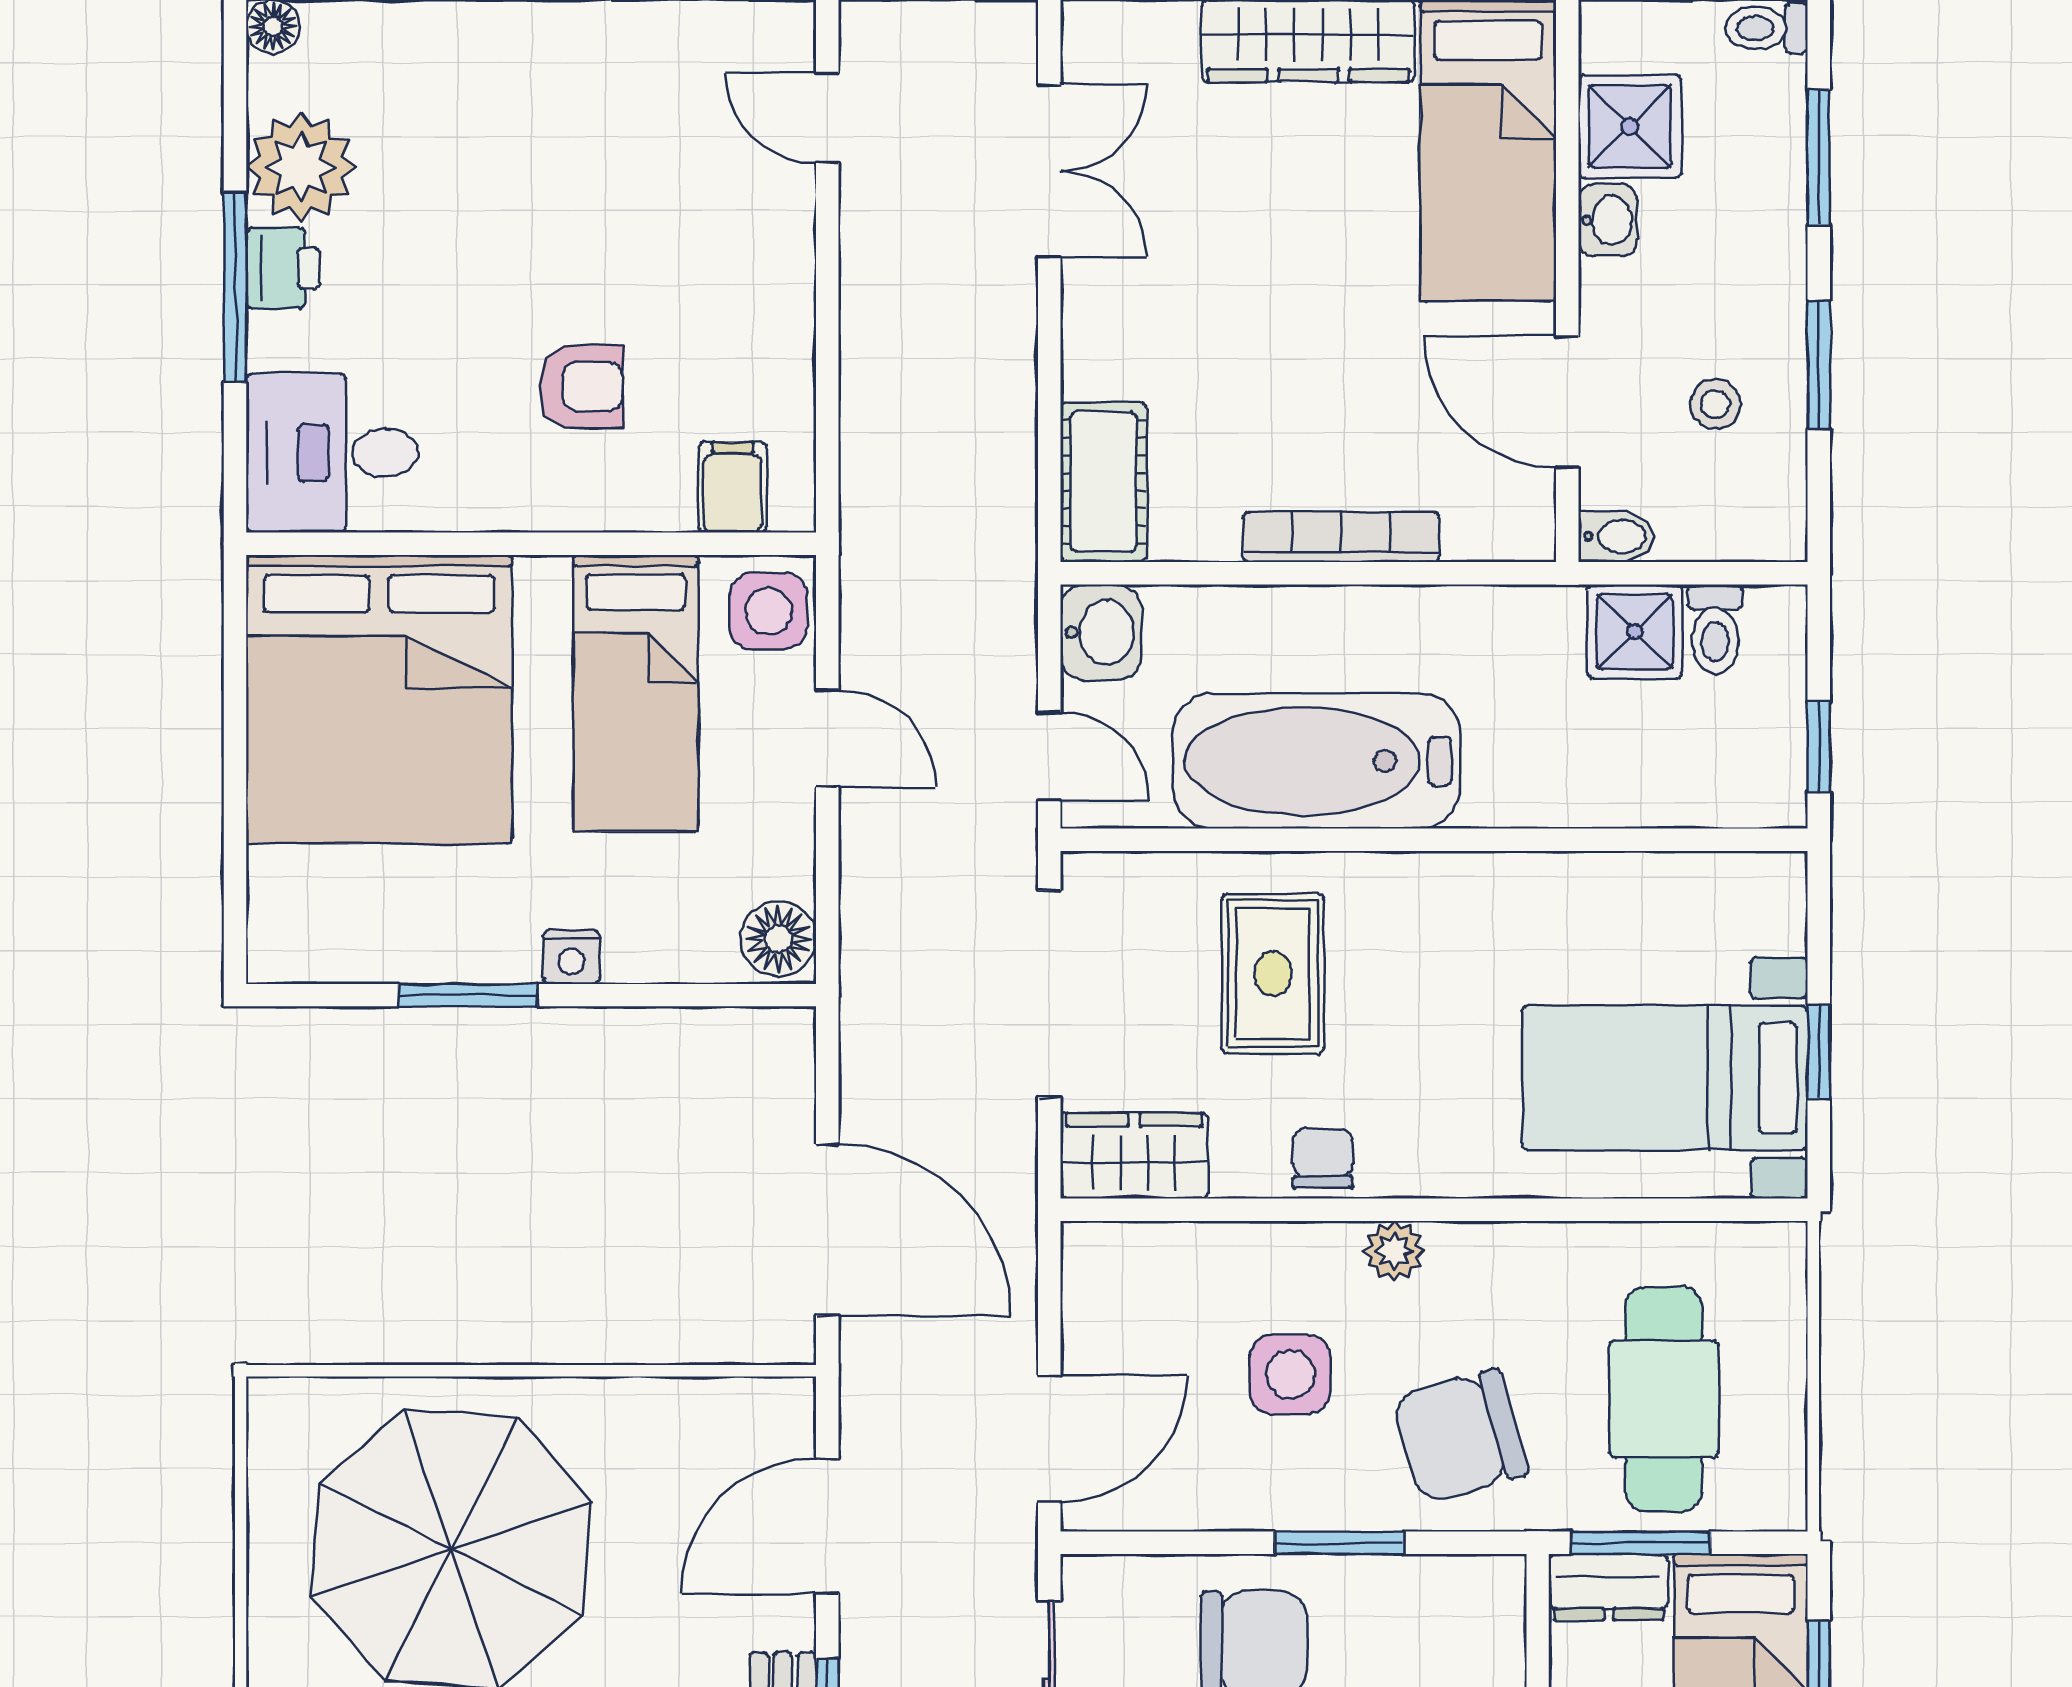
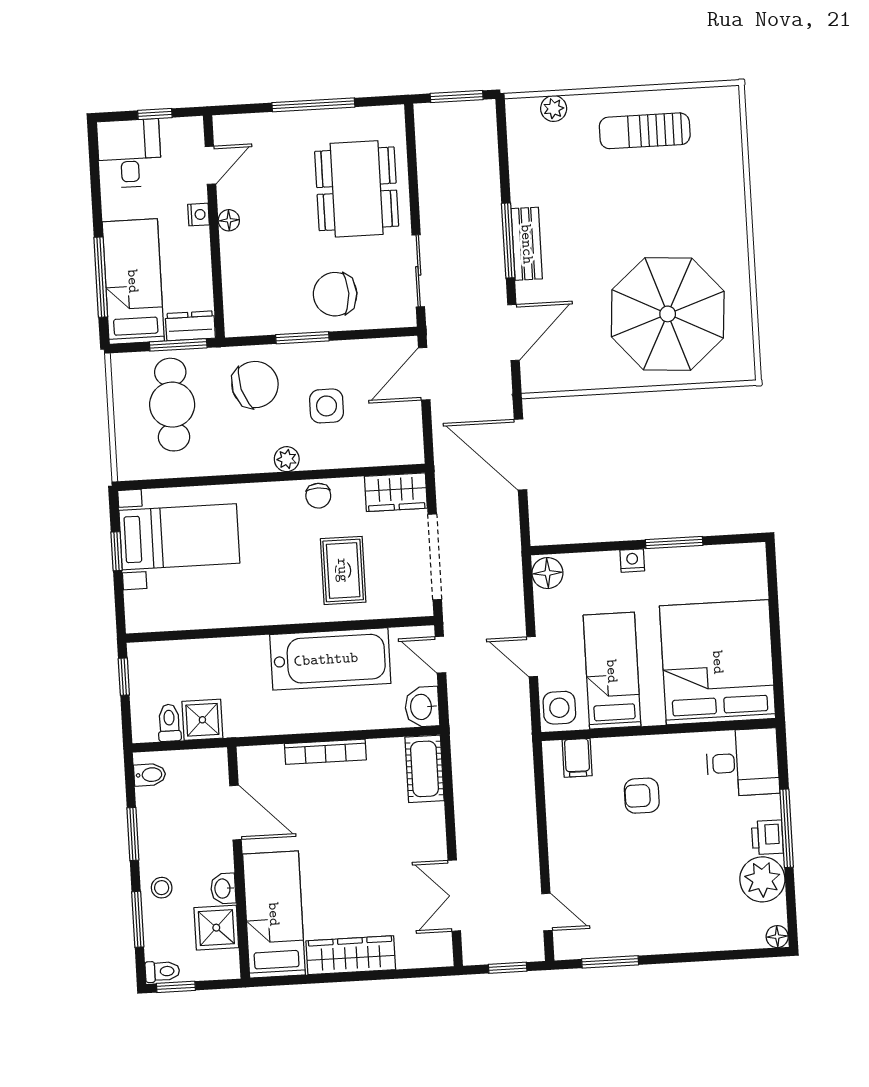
stool: (1716, 404) -> (162, 888), moved
bidet: (1616, 536) -> (150, 775), moved, turned 180

